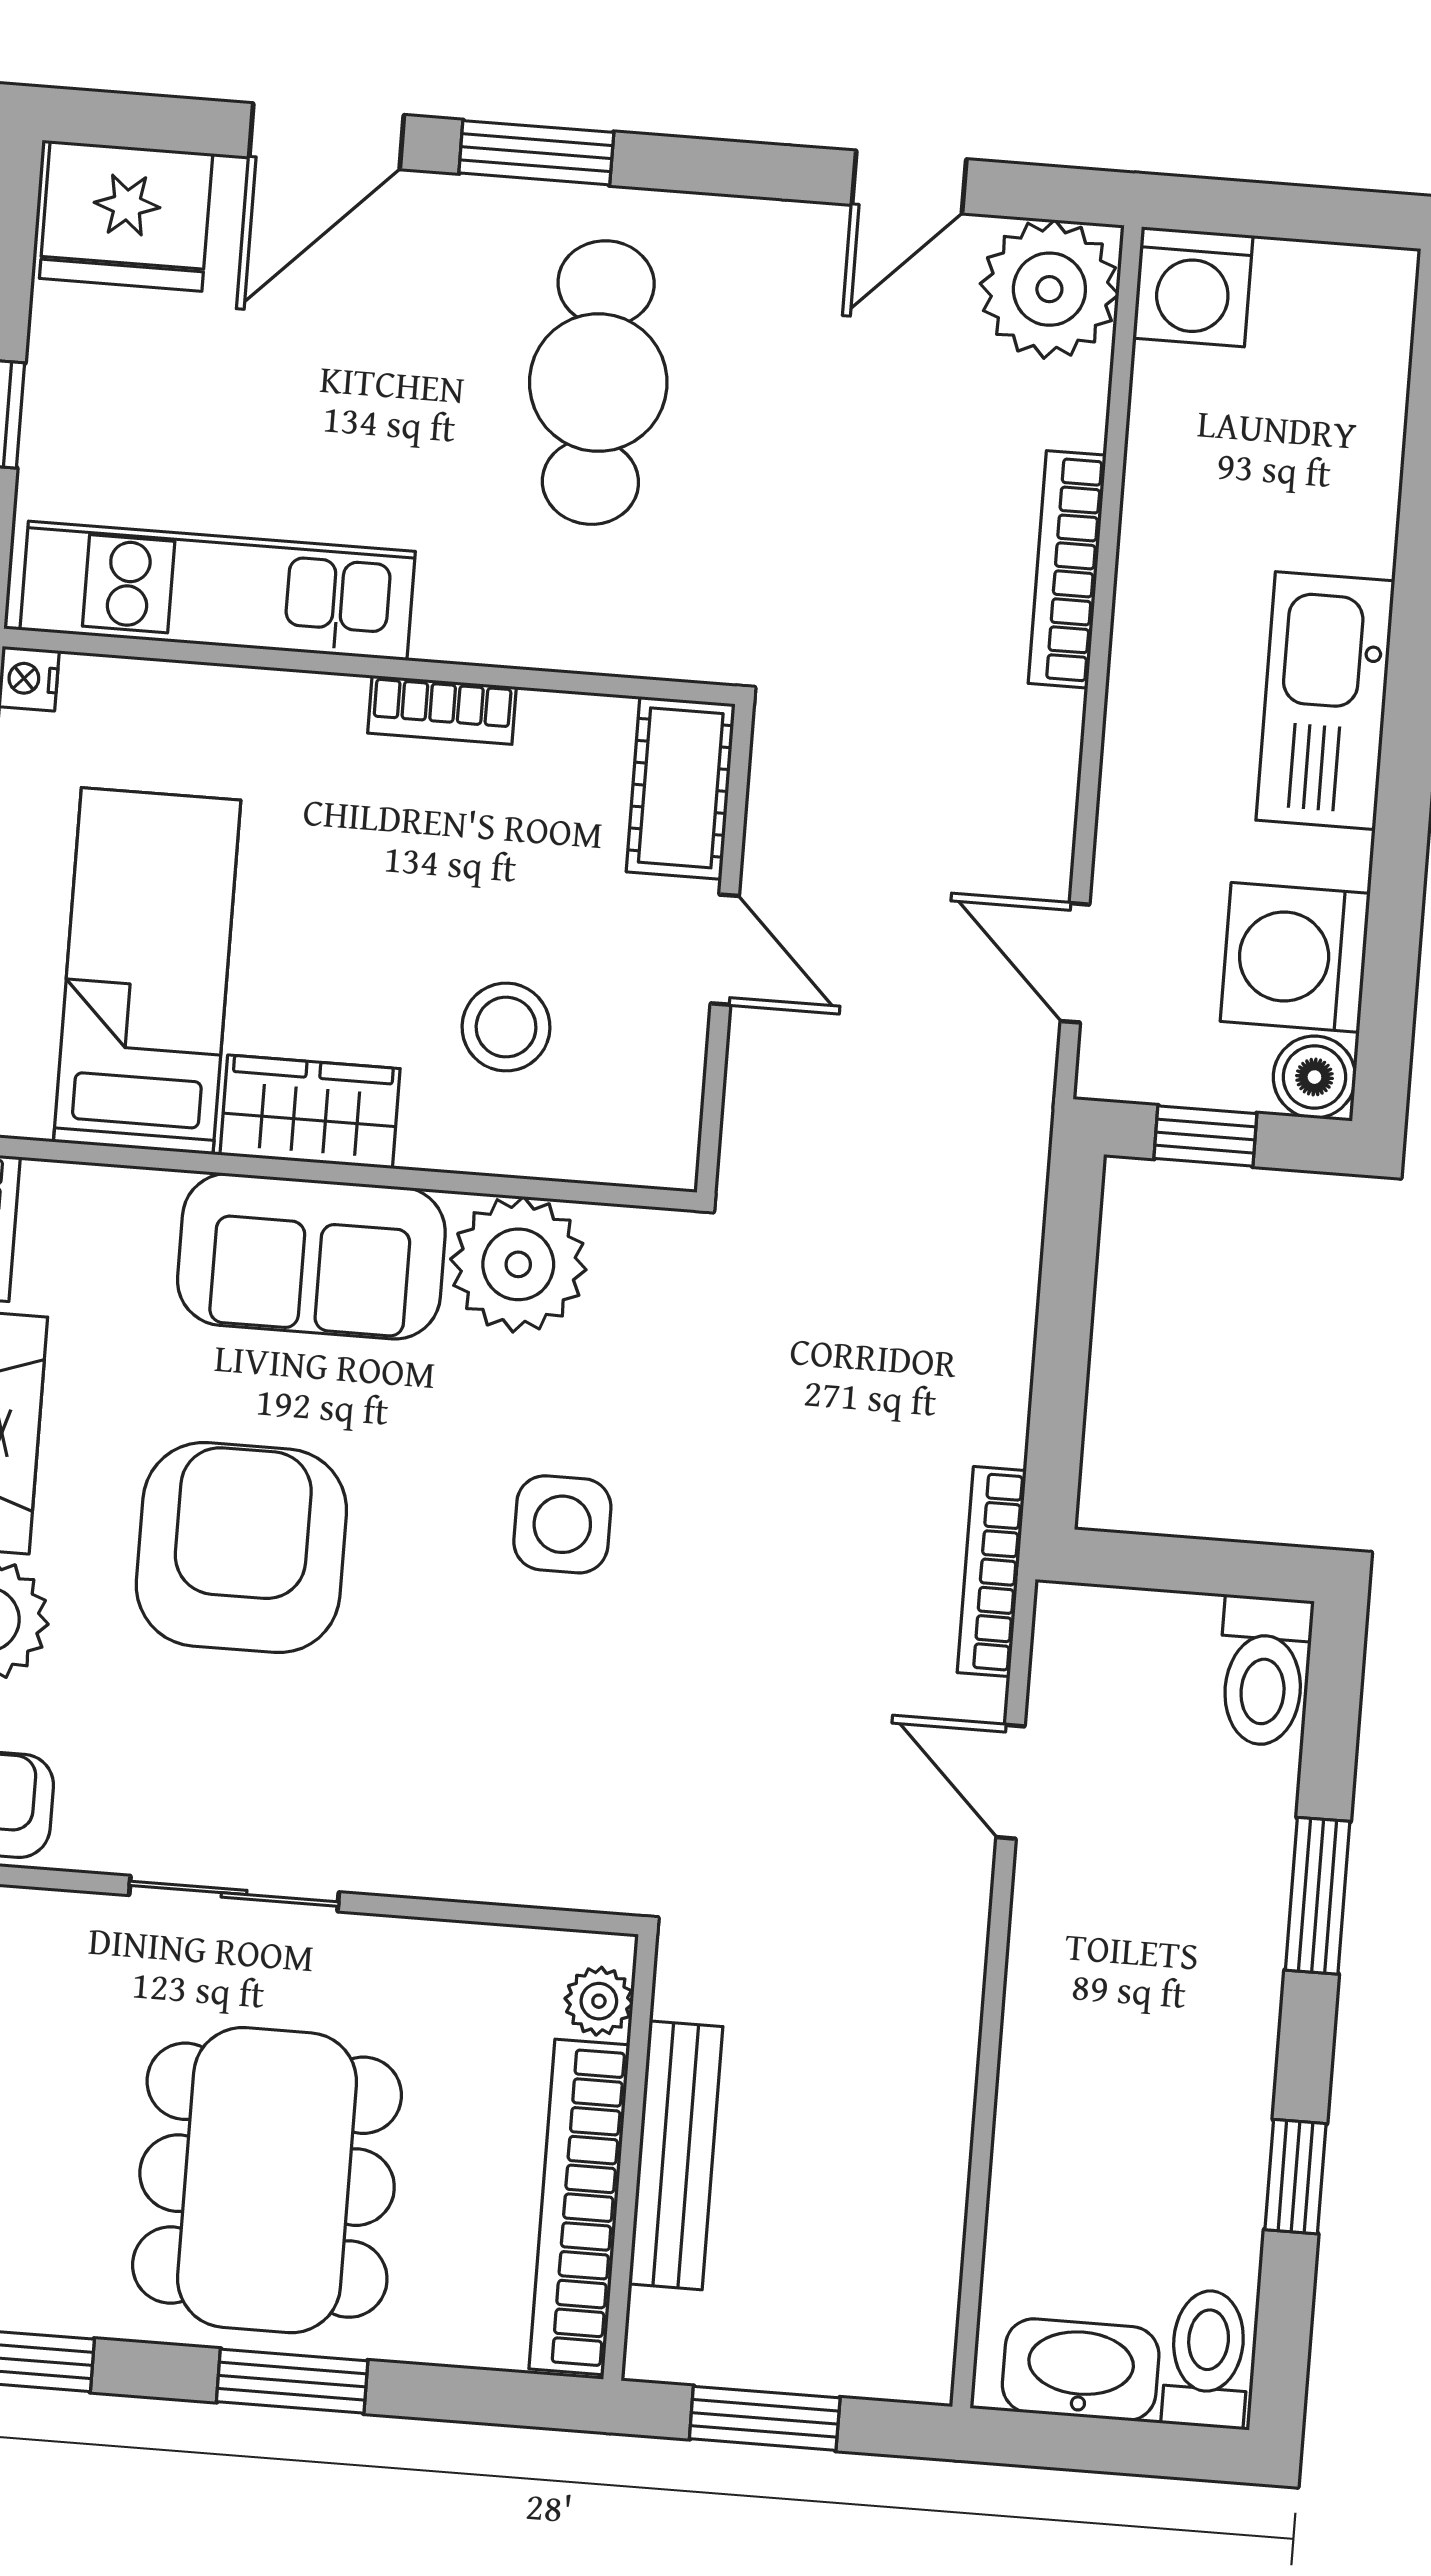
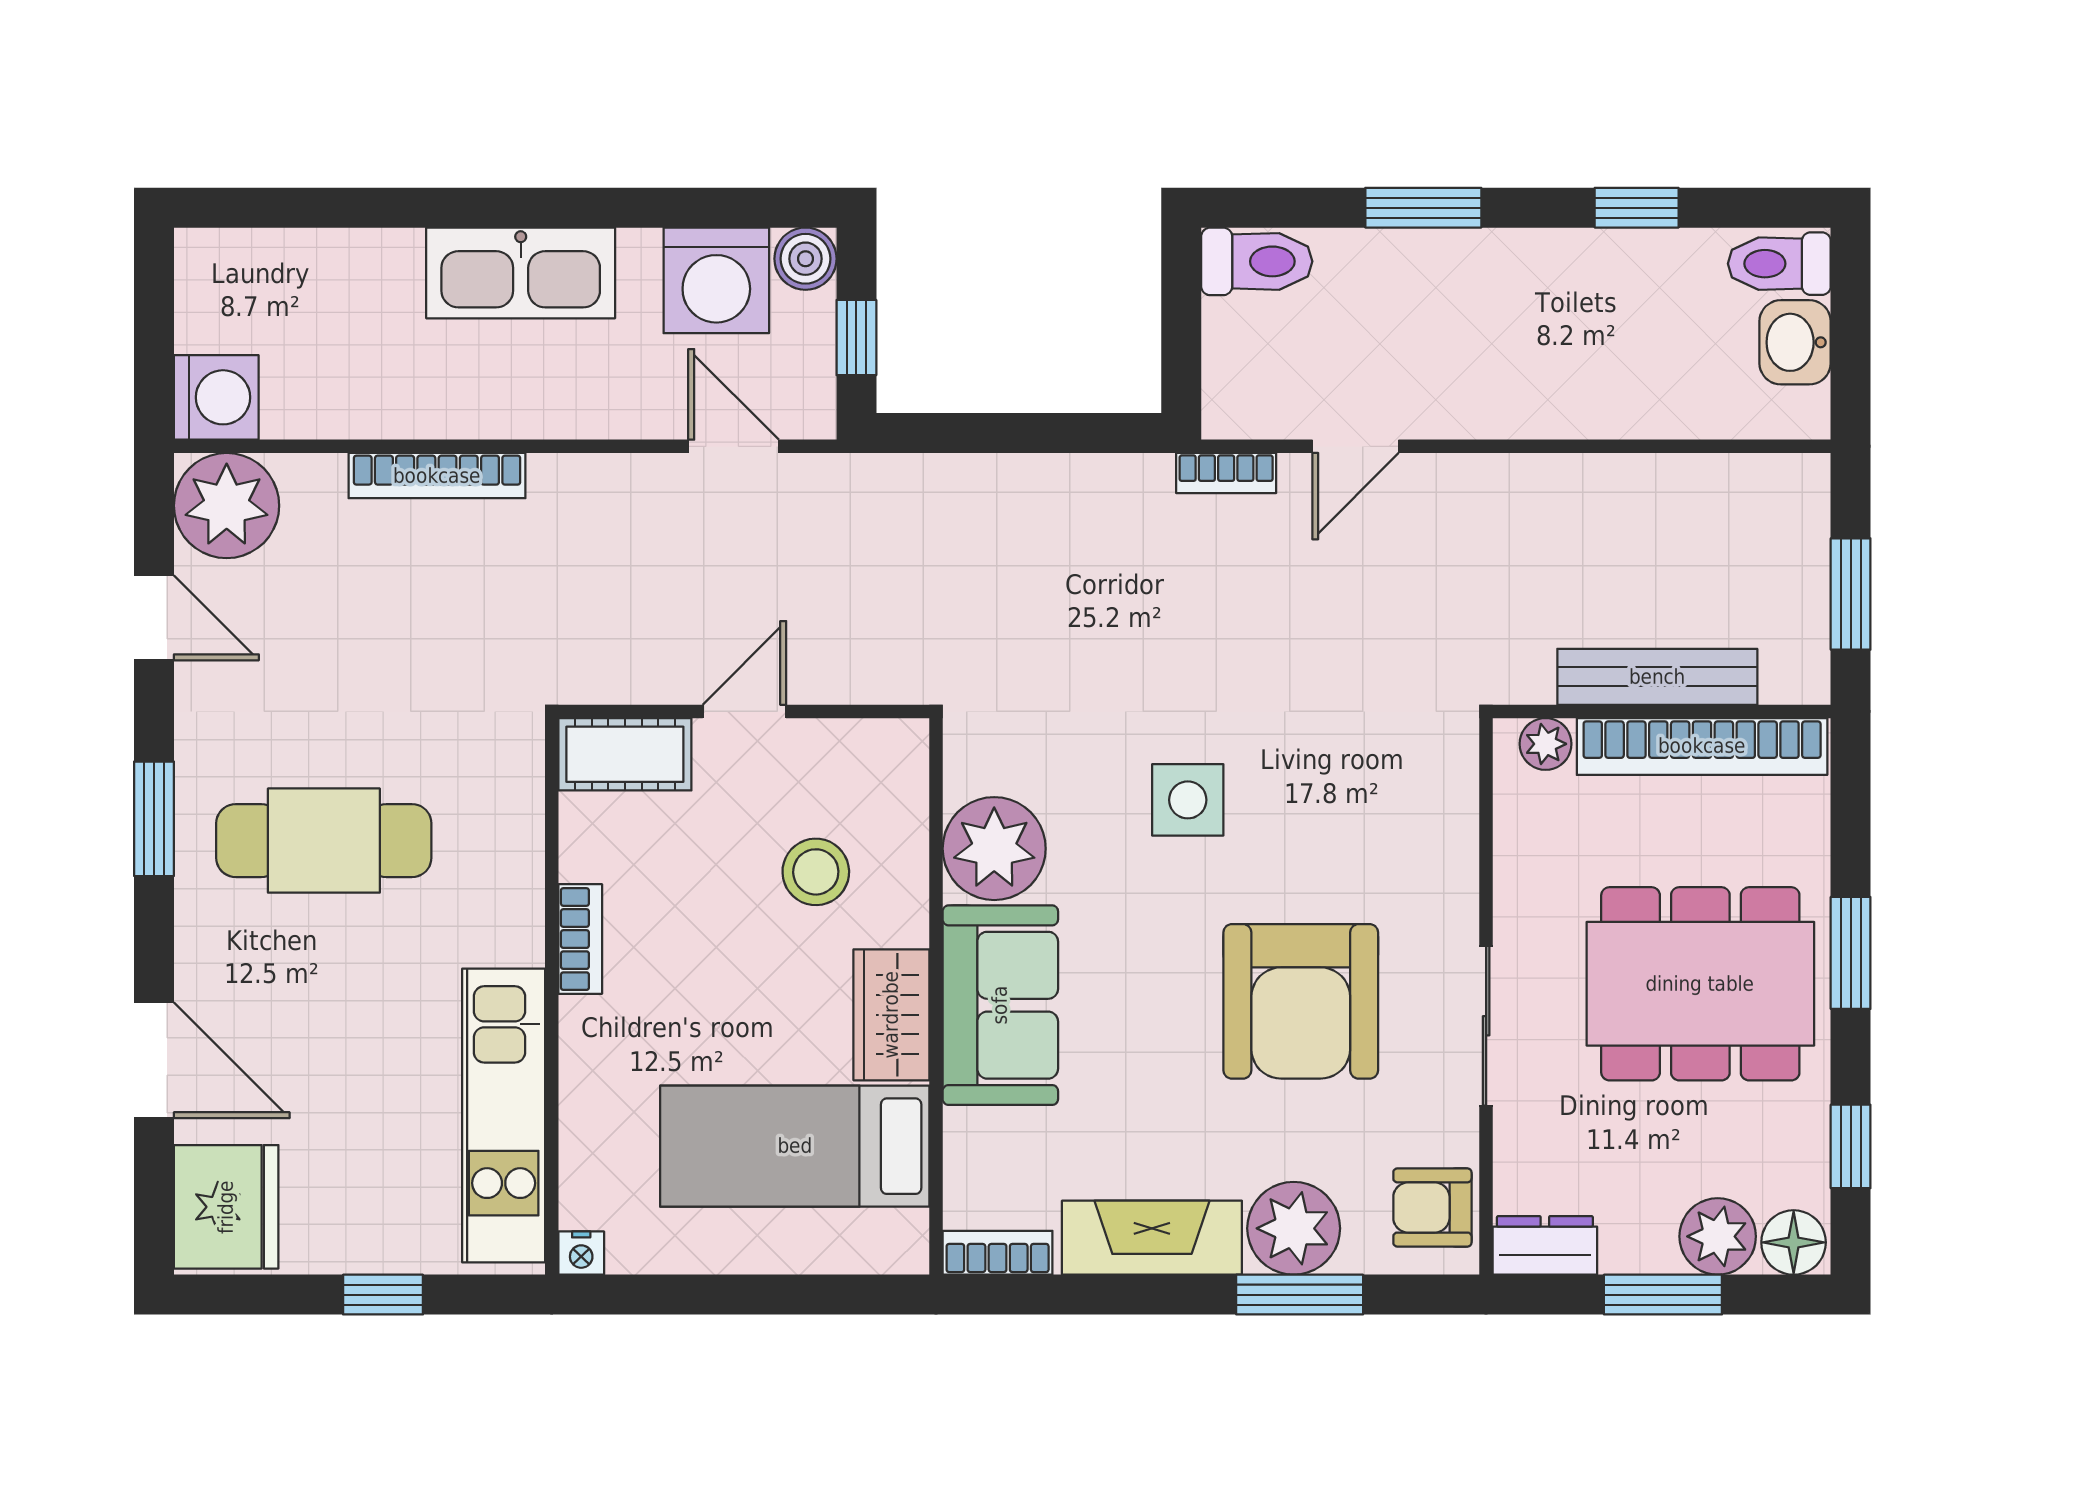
window: (536, 153) -> (154, 819), moved
door: (1075, 963) -> (734, 446), swing flipped
armchair: (241, 1548) -> (1301, 1001), moved, turned -90
bookcase: (992, 1572) -> (1226, 473), width x0.64
washbasin: (1081, 2370) -> (1795, 342), width x0.72

